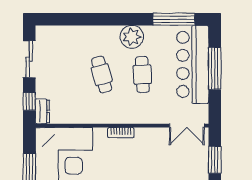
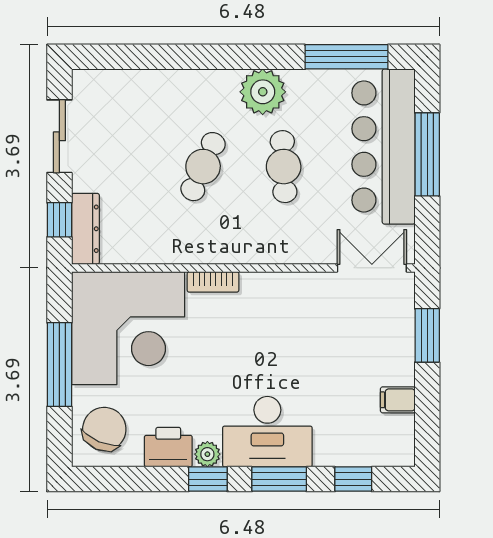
cafe table: (102, 75) -> (203, 167), turned 39
dresser: (42, 111) -> (85, 229), width x1.44
double door: (187, 126) -> (372, 268), swing flipped
bookcase: (121, 133) -> (213, 282), moved

